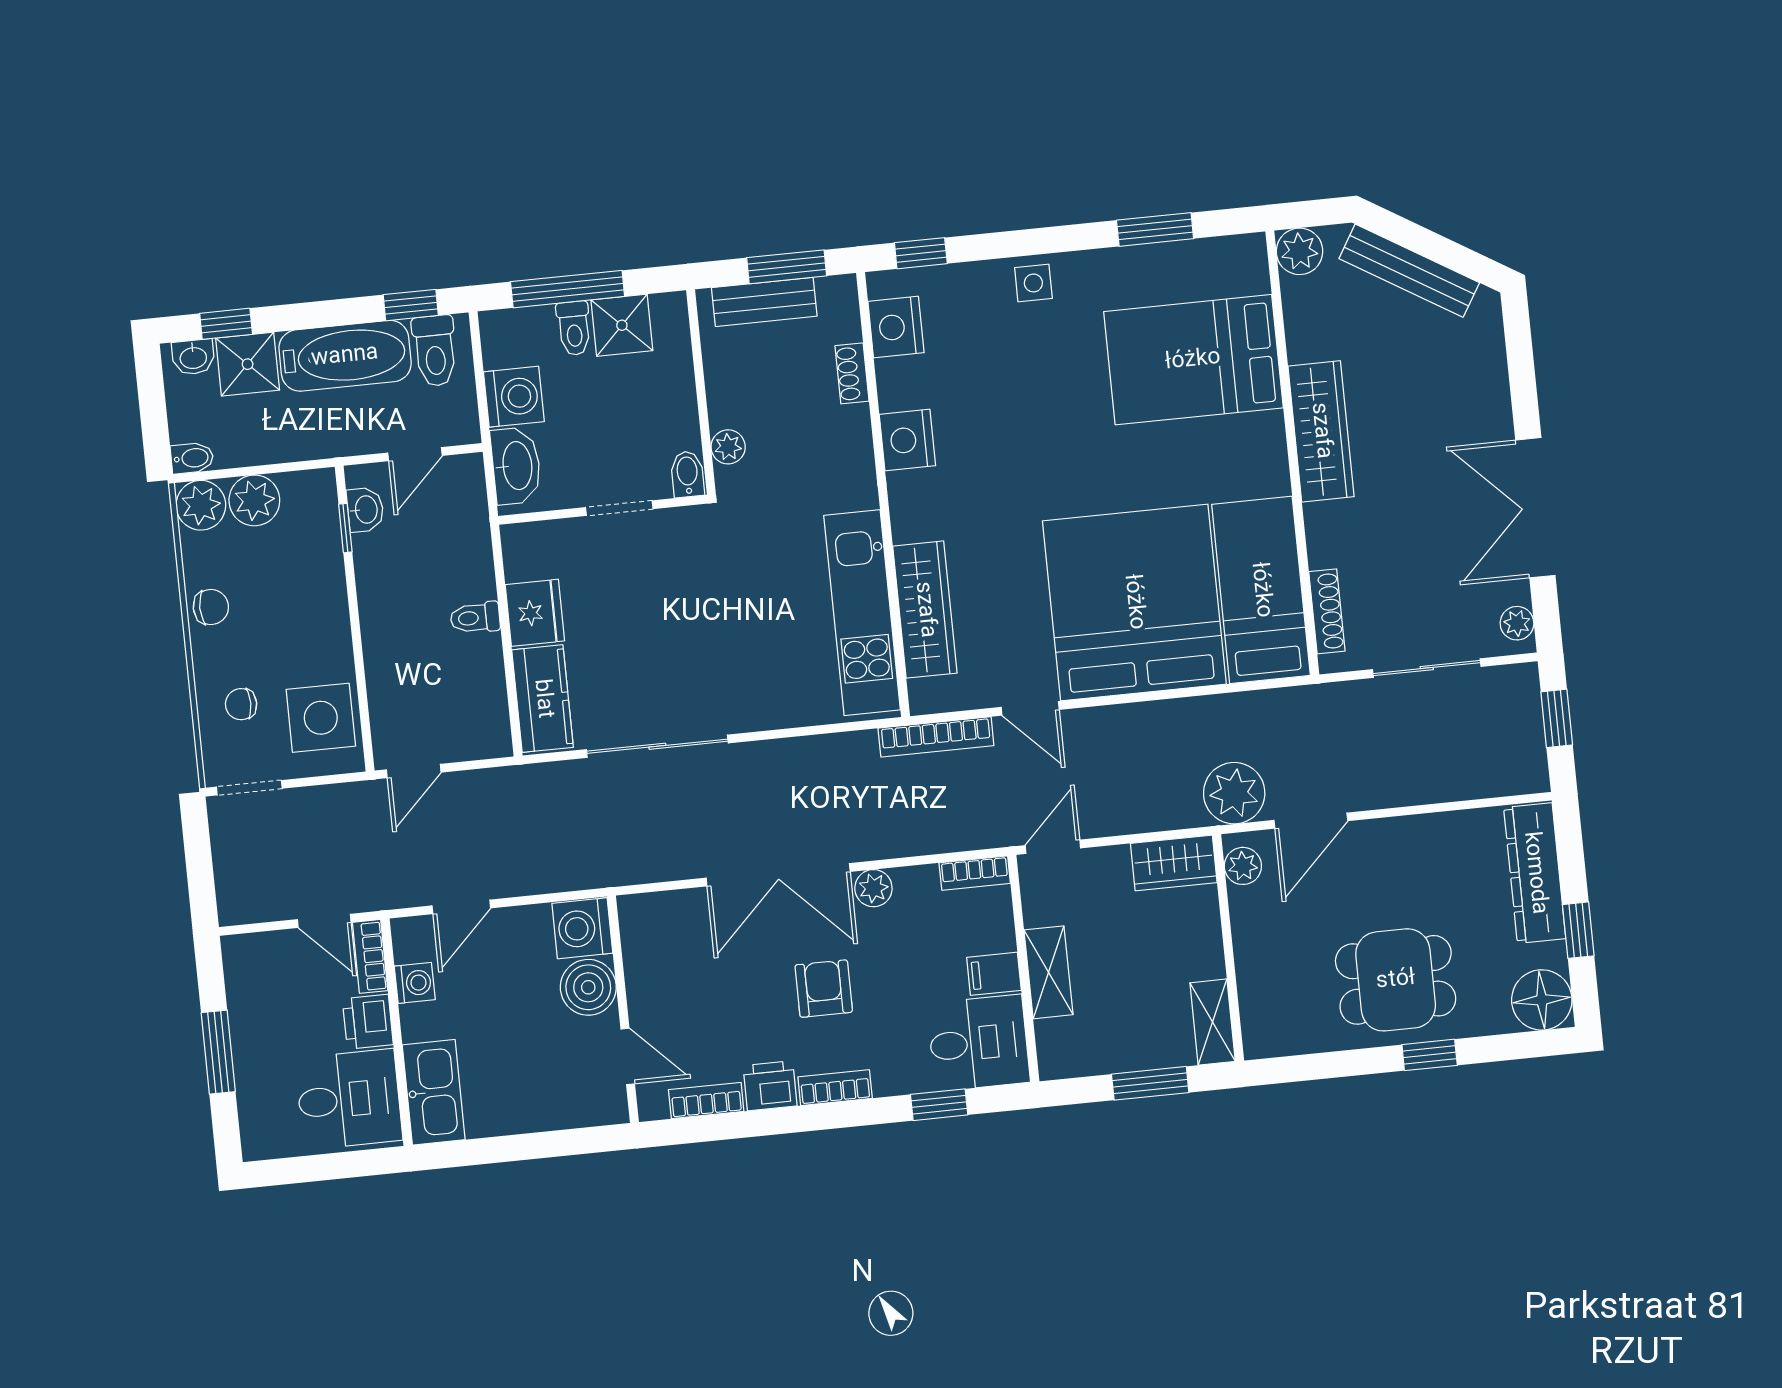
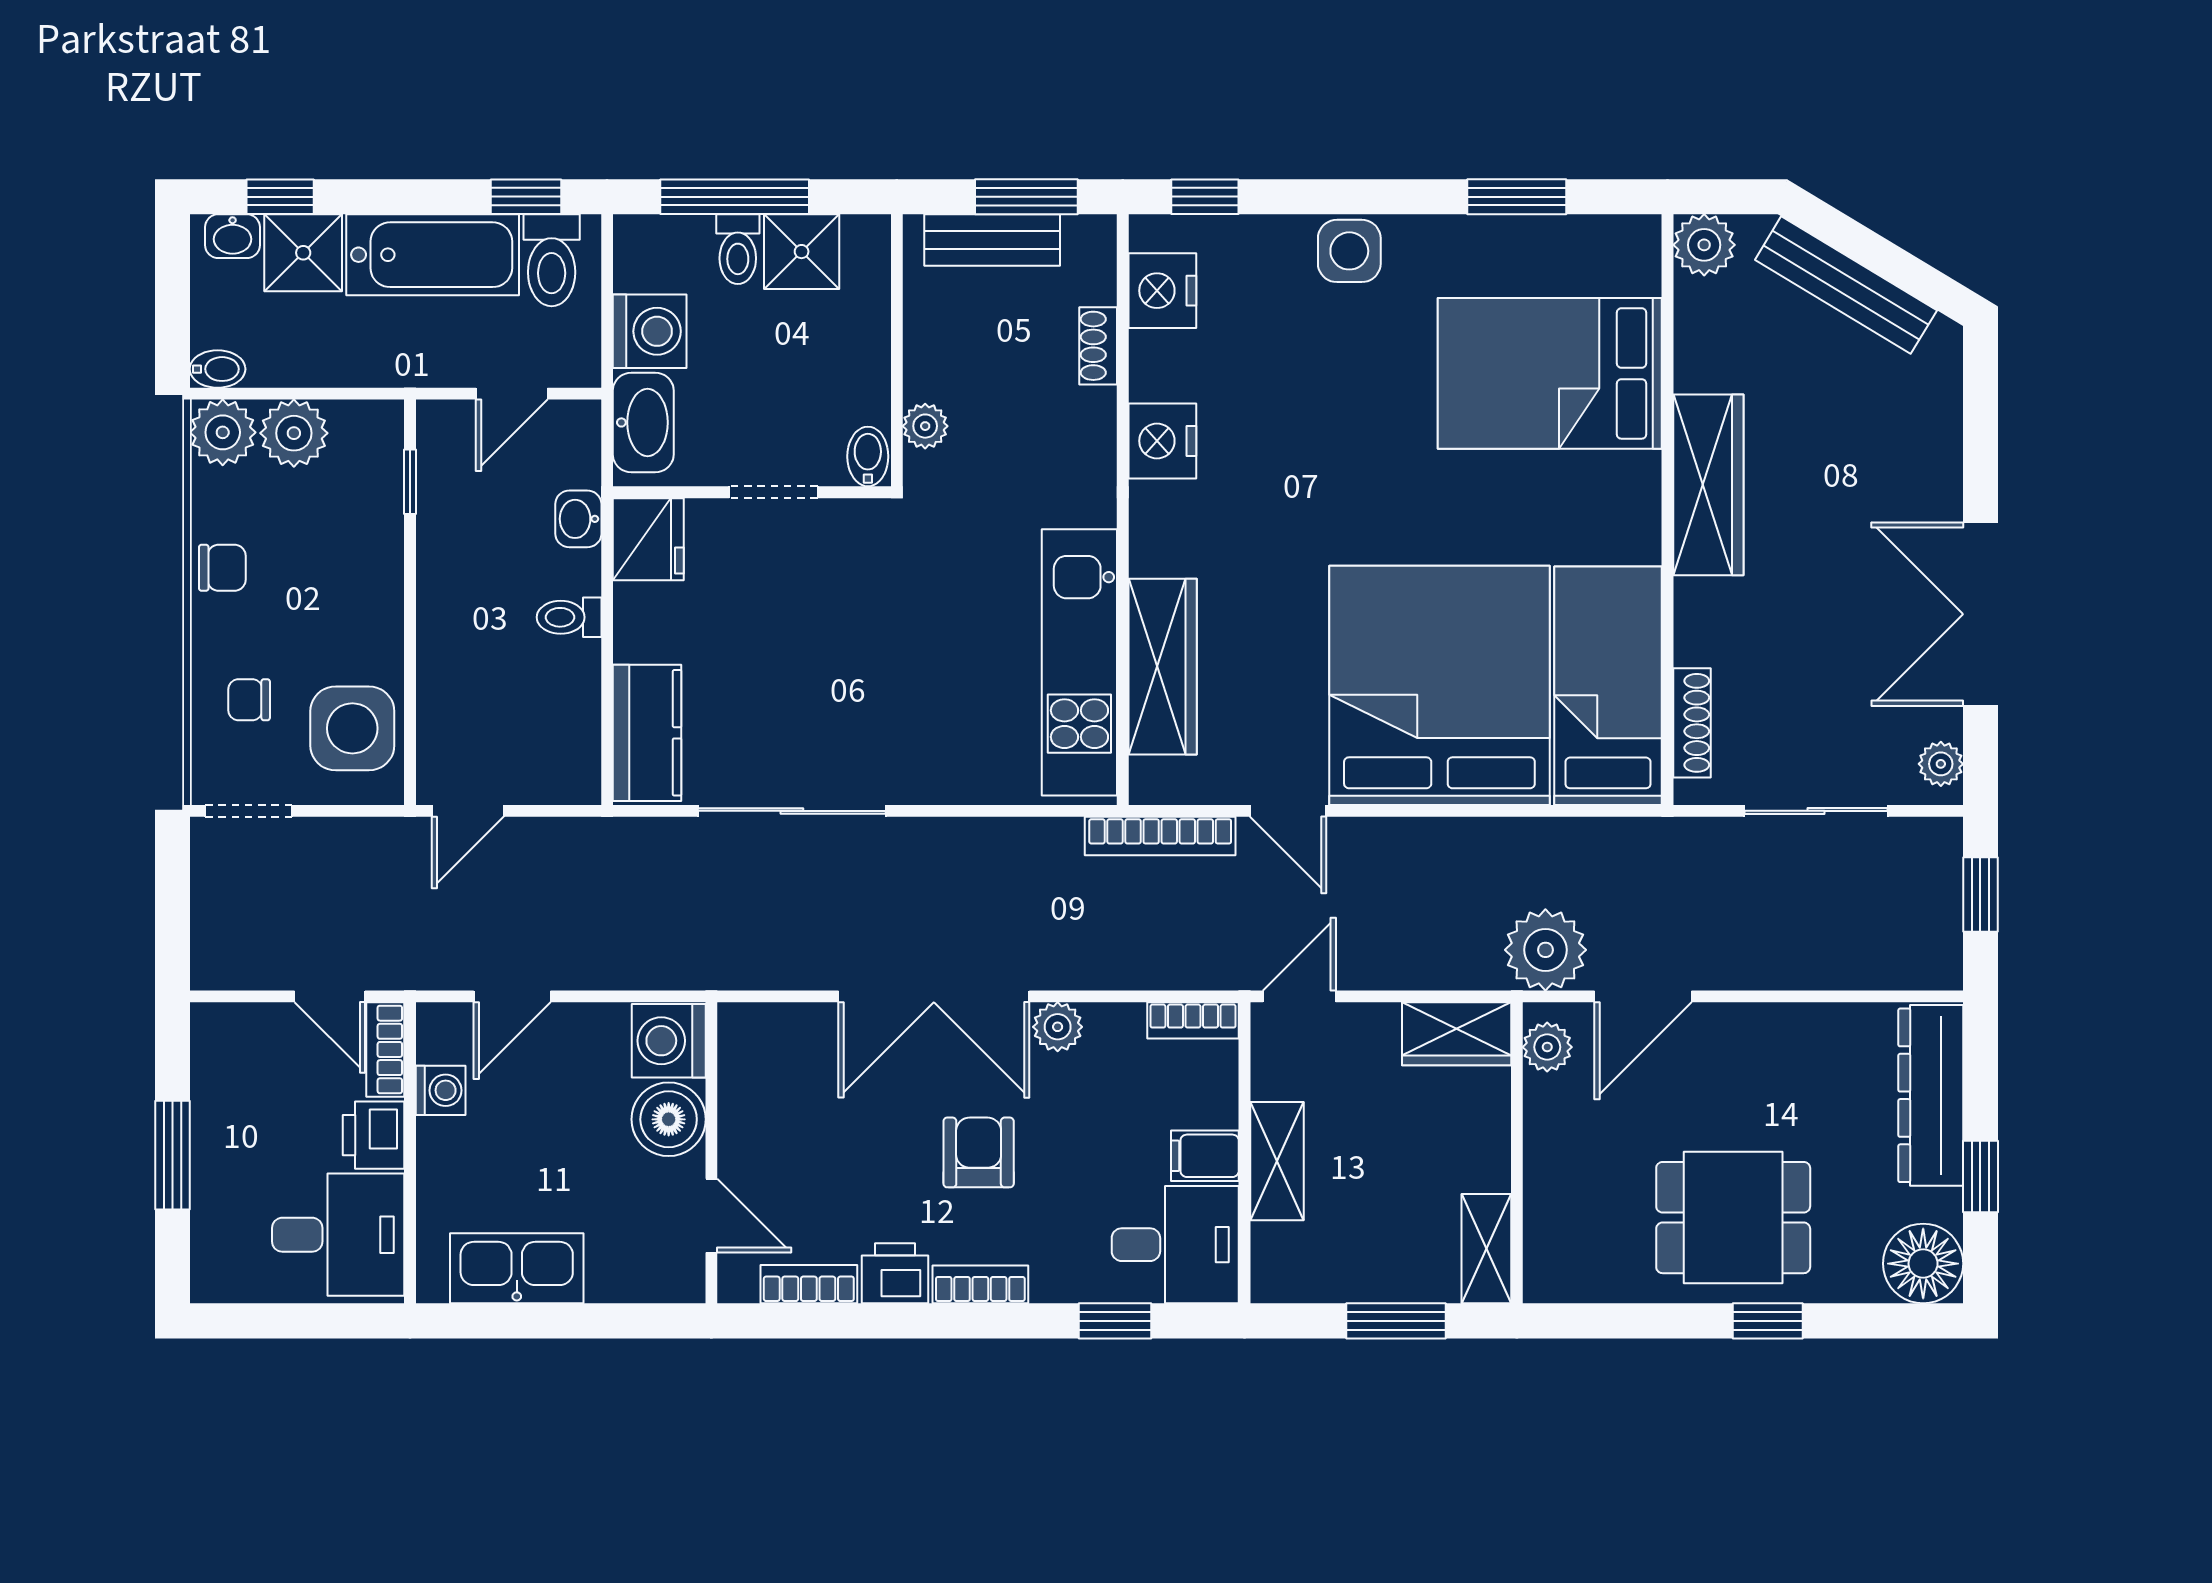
side table: (1033, 283) -> (1349, 251), width x1.37, depth x1.37
washbasin: (365, 510) -> (578, 519), moved, turned 180
fridge: (535, 613) -> (648, 539), moved
kitchen sink: (434, 1092) -> (517, 1268), moved, turned -90

